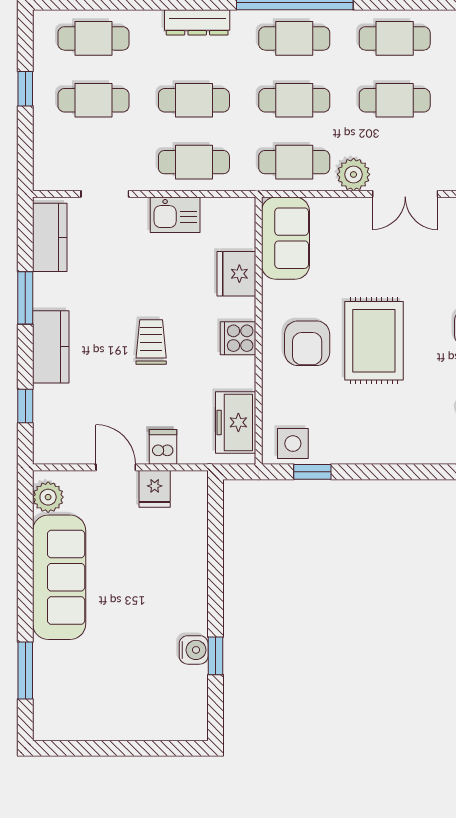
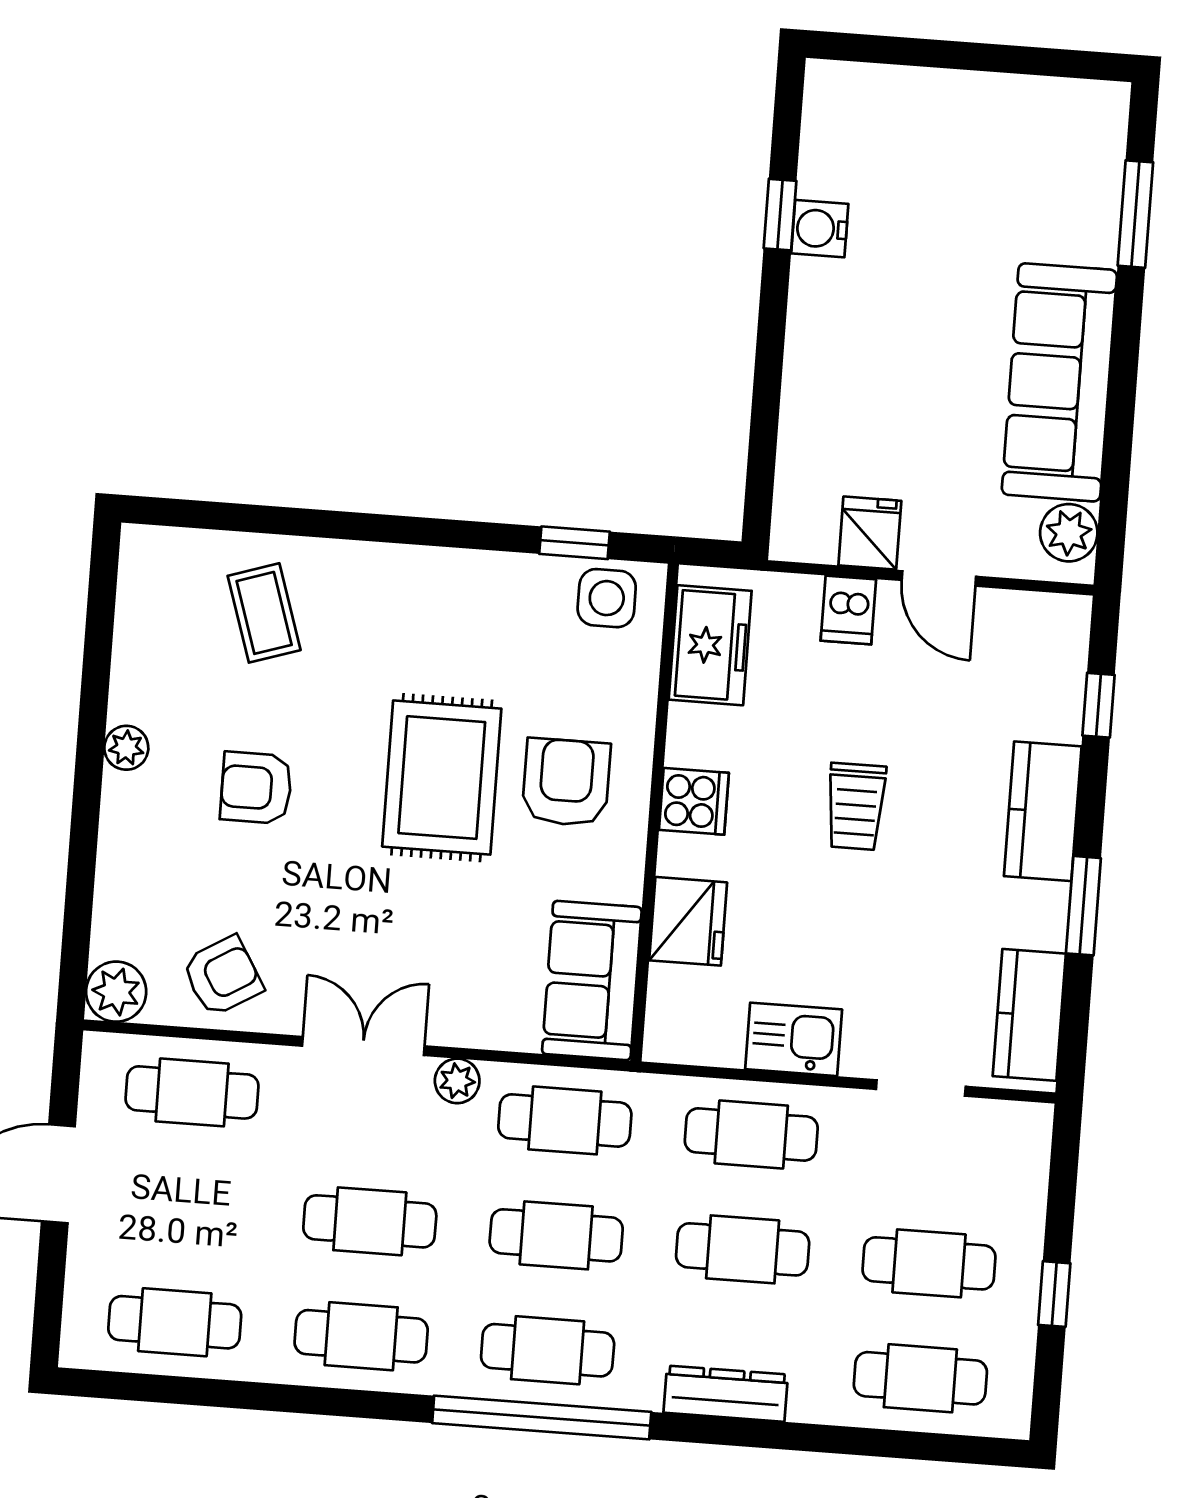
plant: (354, 174) -> (457, 1081), width x0.73, depth x0.73

